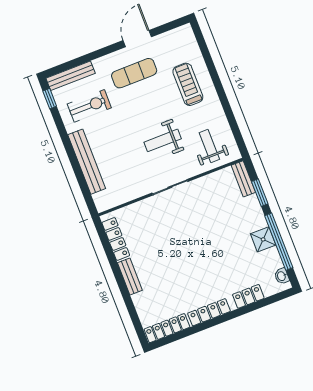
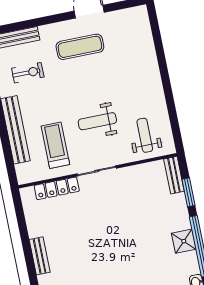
treadmill: (188, 84) -> (55, 145), moved
exercise bike: (89, 106) -> (28, 73), width x0.73, depth x0.72
locker: (116, 239) -> (57, 188), moved, turned 90

